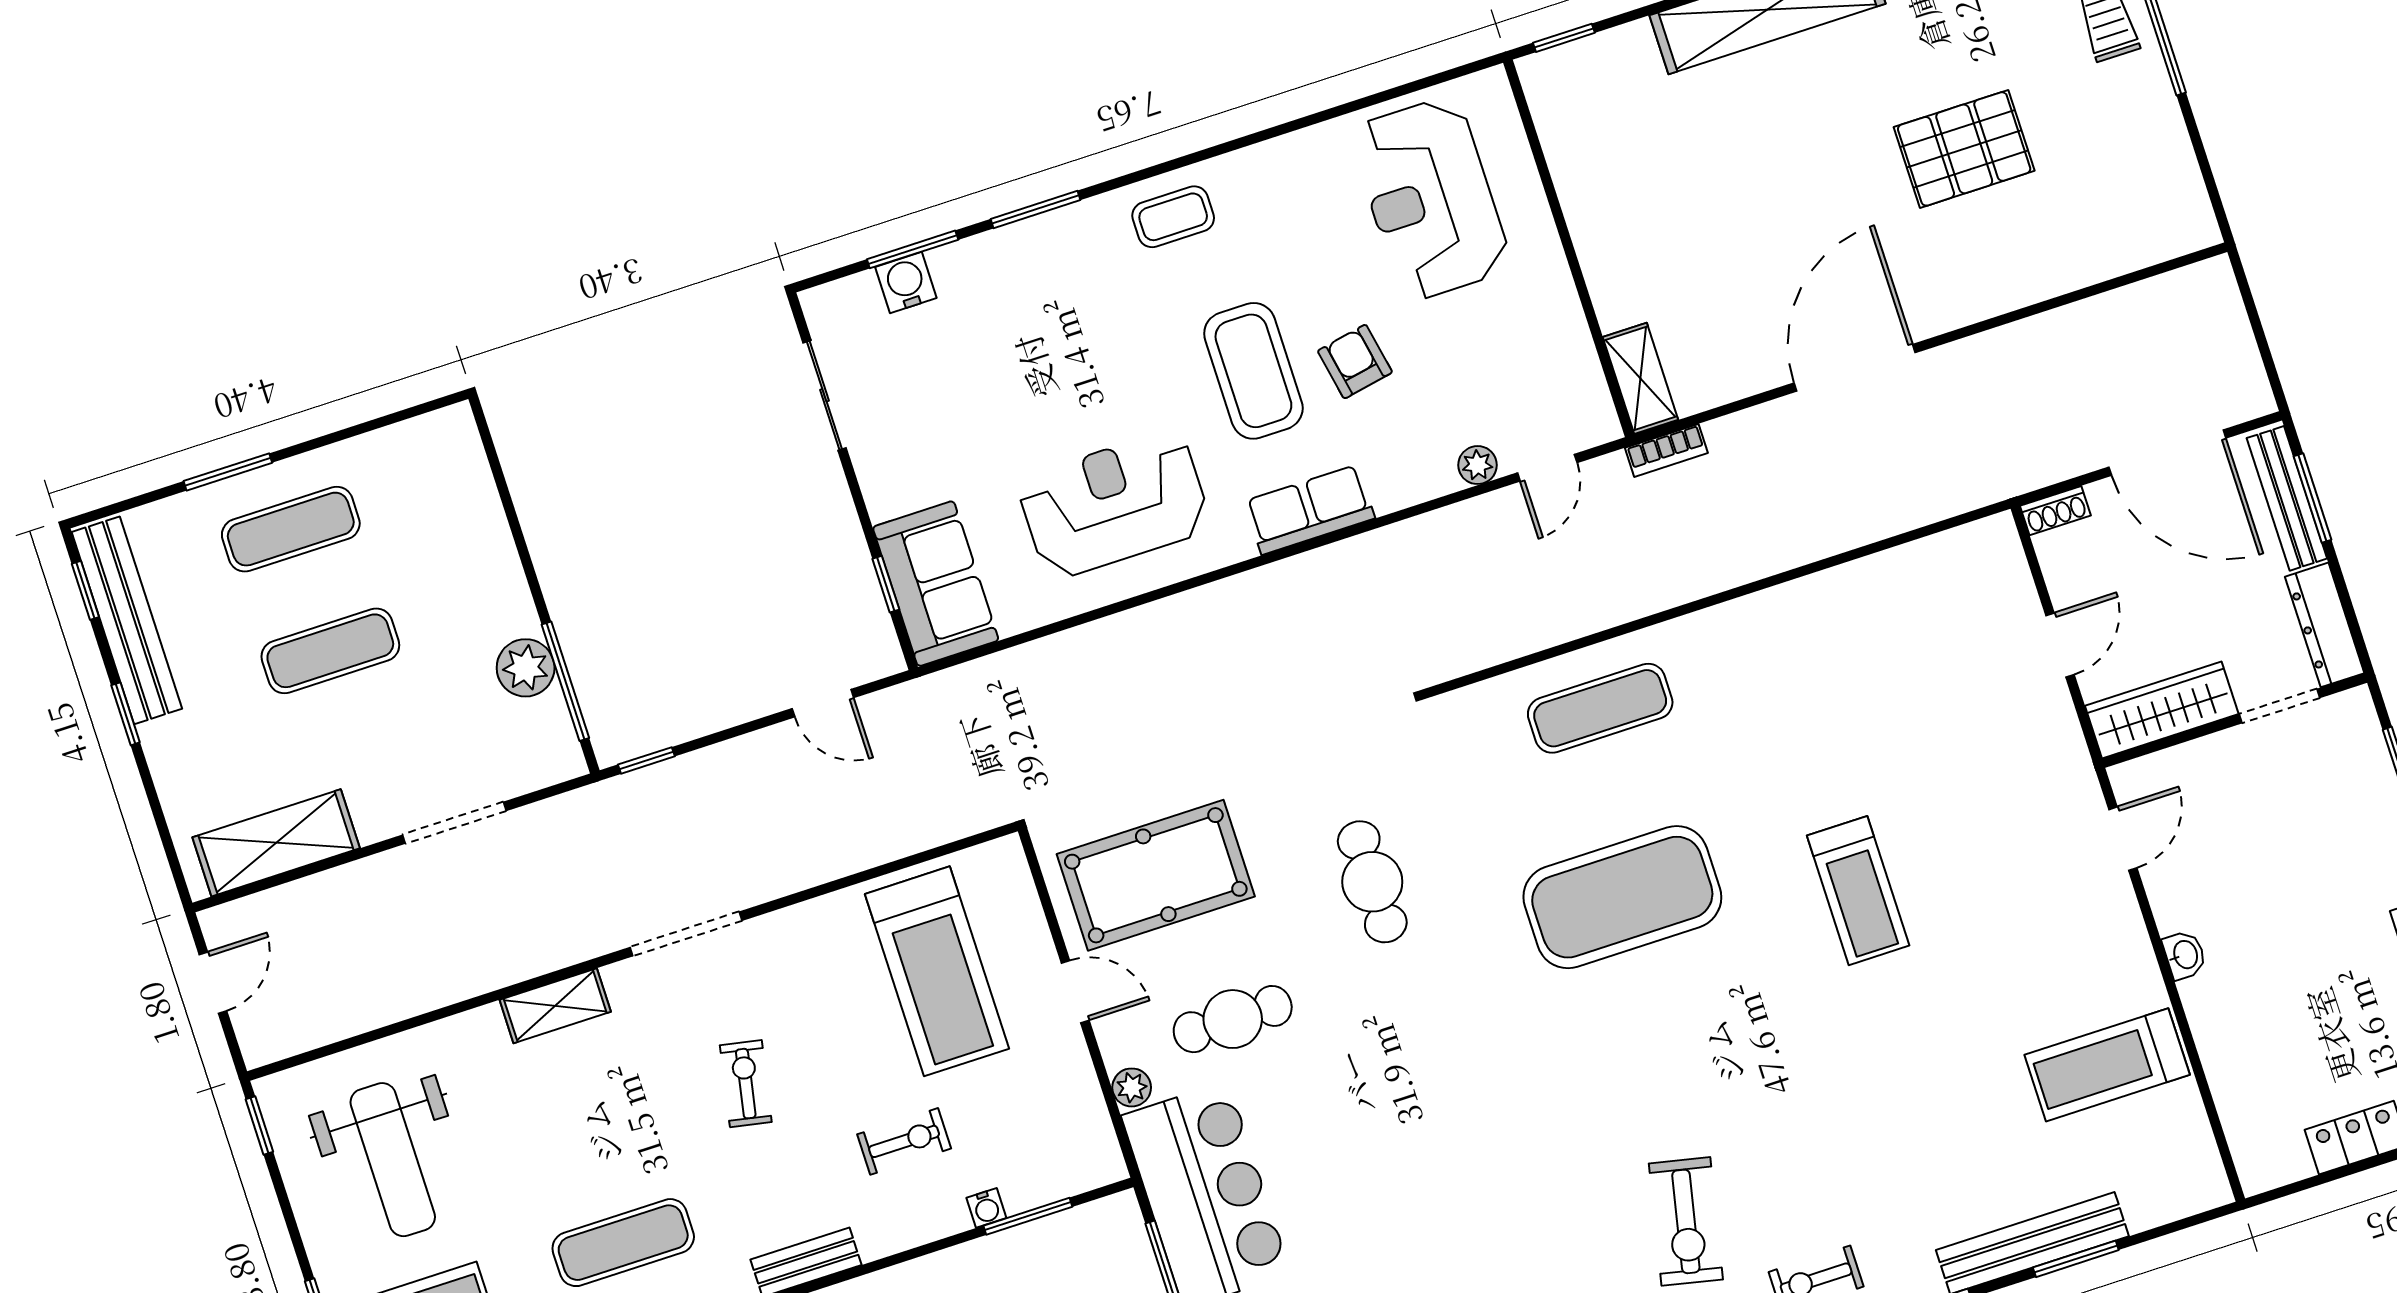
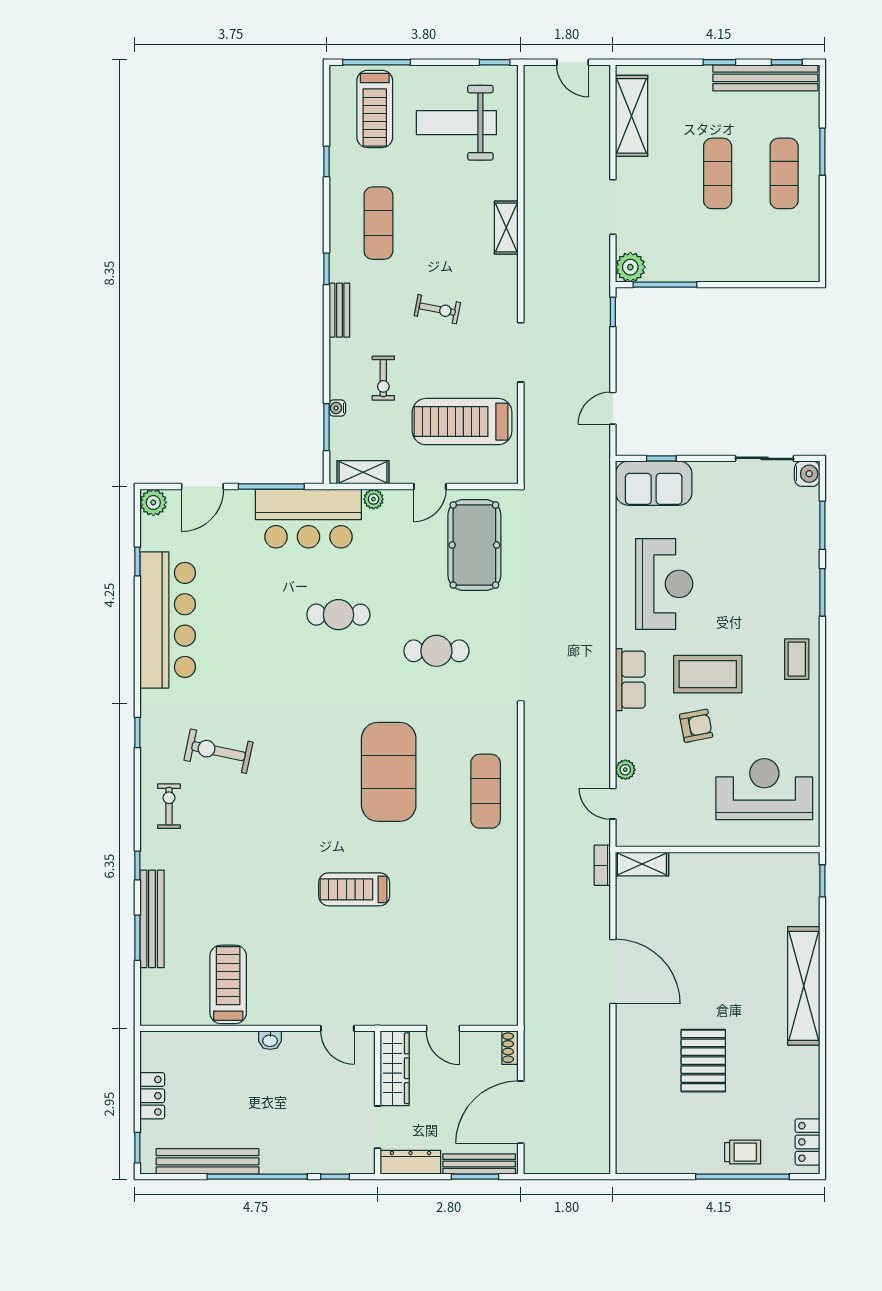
water cooler: (906, 283) -> (807, 474), moved
plant: (526, 668) -> (630, 267), moved
doorway: (686, 934) -> (521, 352), moved
cafe table: (1233, 1019) -> (338, 615), moved, turned 90
shelving: (1089, 1123) -> (363, 472), added

